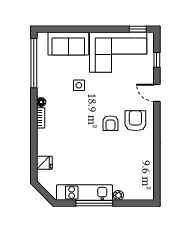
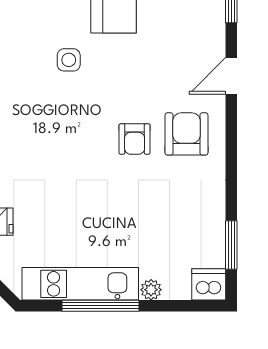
door: (157, 93) -> (231, 76), hinge flipped
window: (157, 174) -> (231, 245), added
dishwasher: (146, 193) -> (209, 284), added

